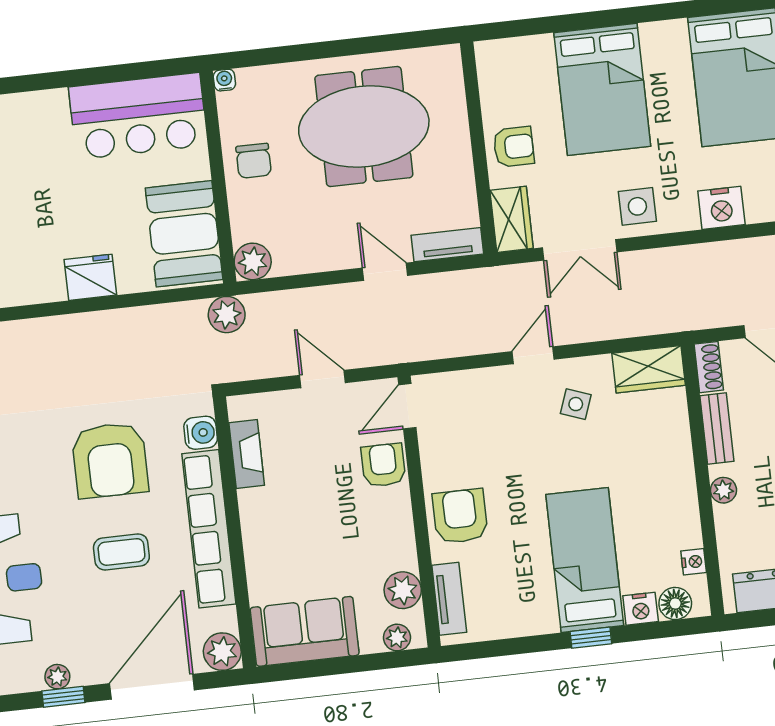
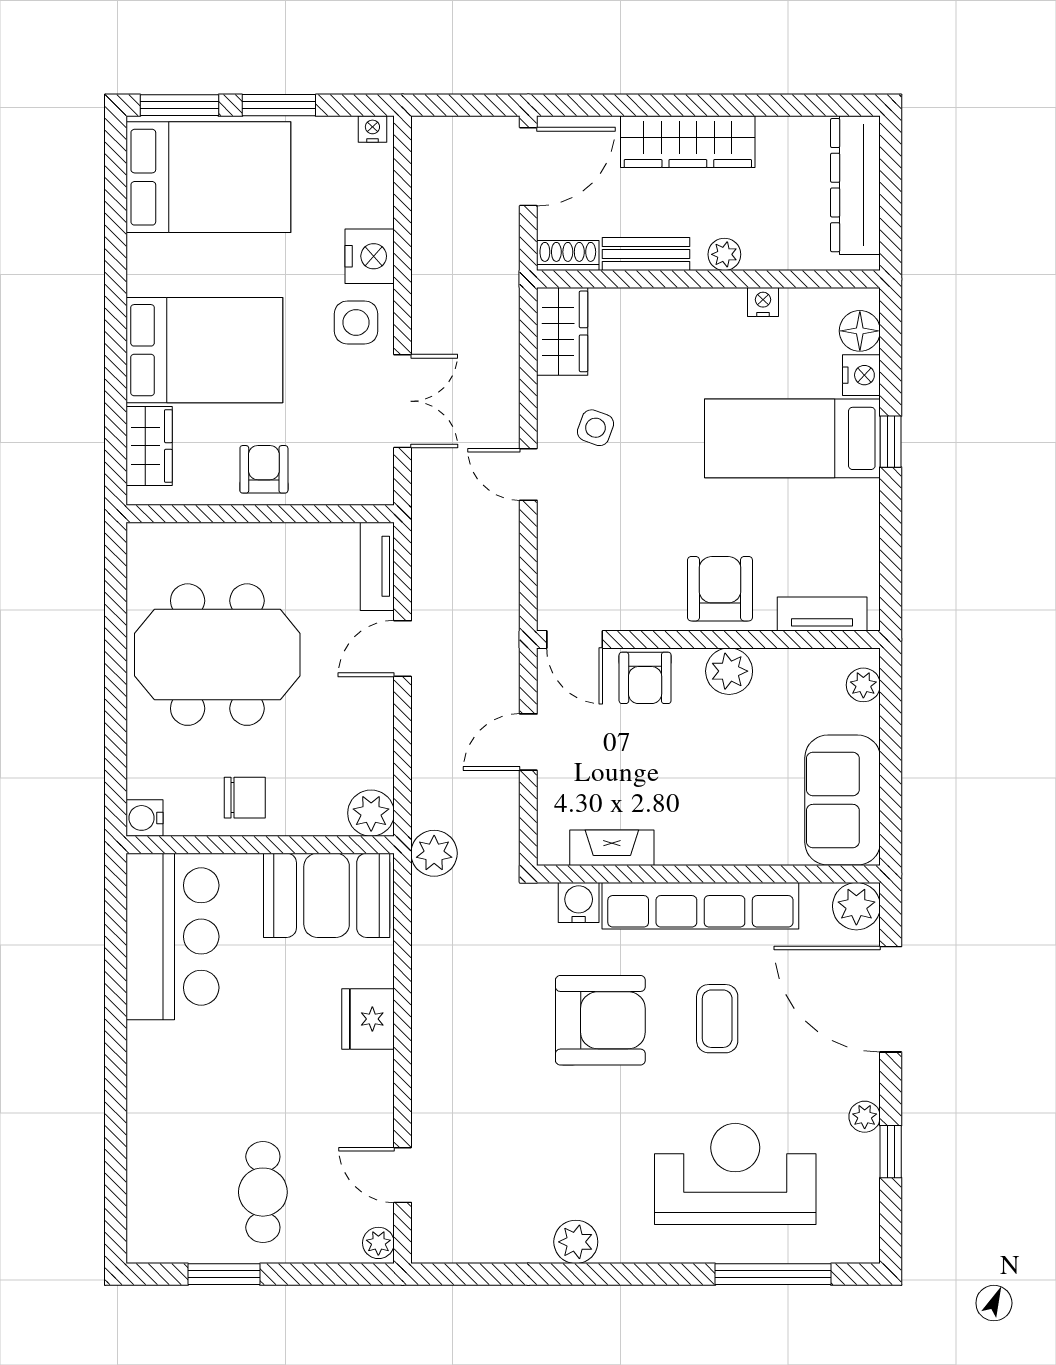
water cooler: (224, 80) -> (144, 818), width x1.38, depth x1.38
meeting table: (364, 127) -> (217, 655), turned 90
nightstand: (721, 208) -> (370, 256), moved
wardrobe: (512, 219) -> (149, 446), moved, turned 90
armchair: (383, 465) -> (645, 678), turned -90
armchair: (460, 516) -> (720, 589), turned 90
nightstand: (694, 562) -> (763, 302), moved
plant: (403, 590) -> (729, 671), moved
window: (63, 697) -> (891, 1152), moved

